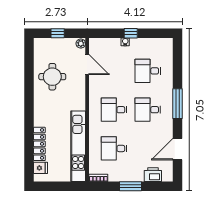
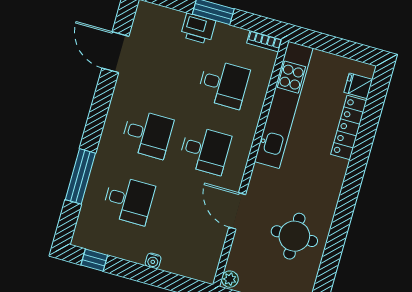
window: (131, 33) -> (94, 260), moved
door: (87, 65) -> (237, 211), moved
window: (177, 104) -> (80, 176), moved
door: (177, 149) -> (115, 52), swing flipped
printer: (153, 175) -> (198, 29), moved

